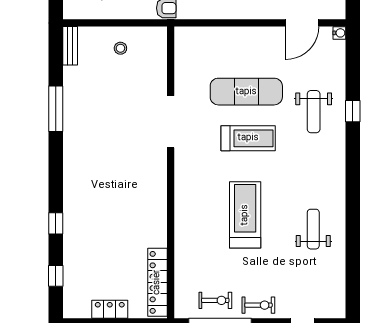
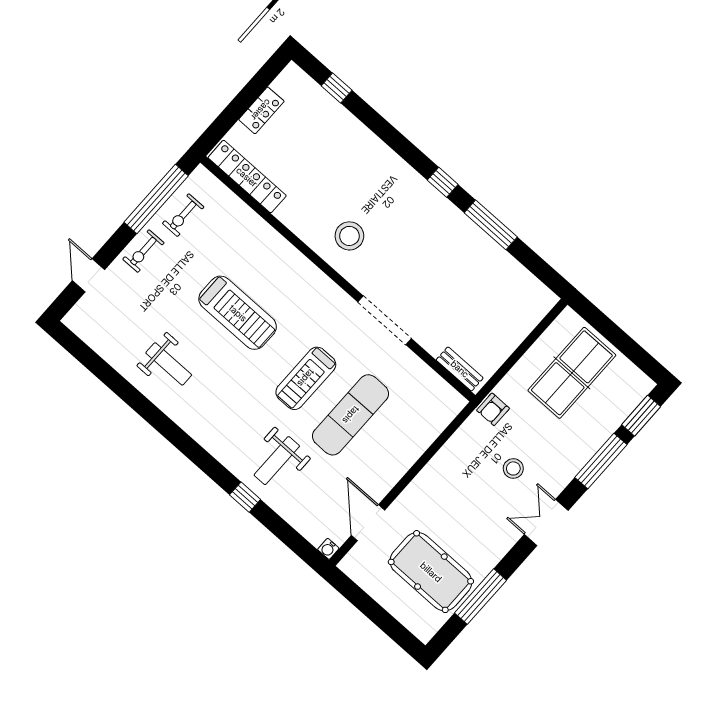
bench: (70, 46) -> (460, 369), moved
stool: (120, 48) -> (349, 236), moved, width x1.89, depth x1.89
weight bench: (314, 112) -> (277, 461), turned -90
window: (56, 223) -> (443, 182), moved

